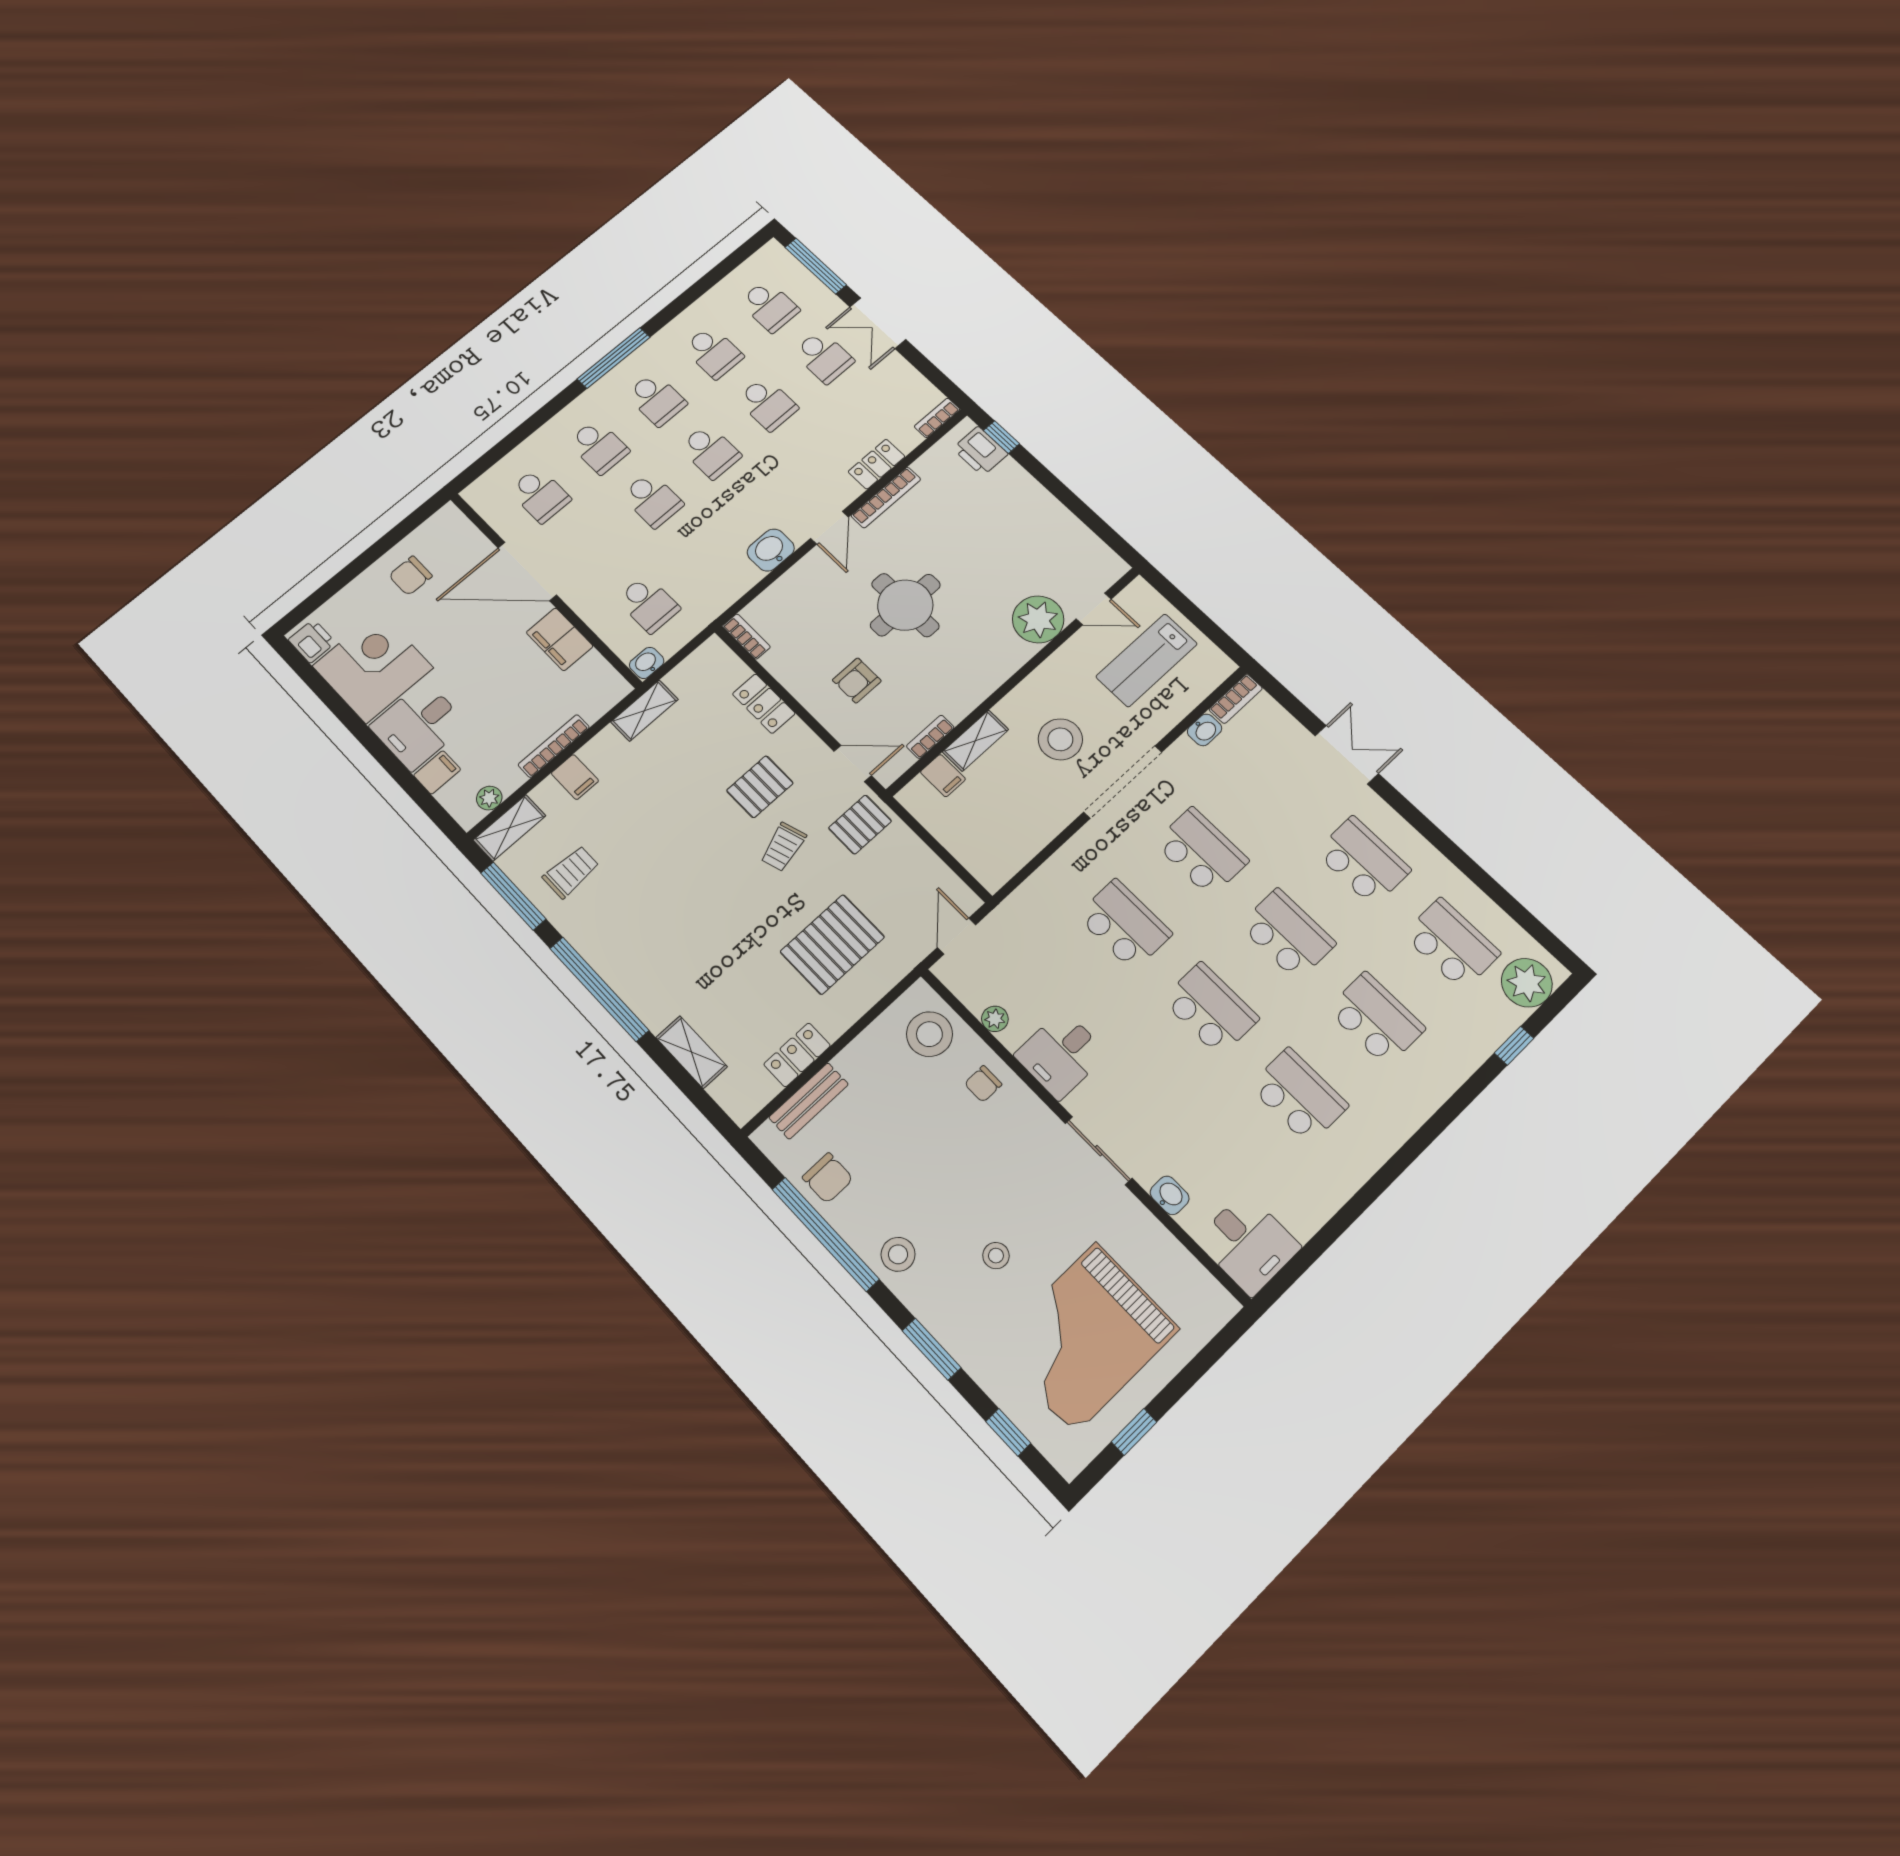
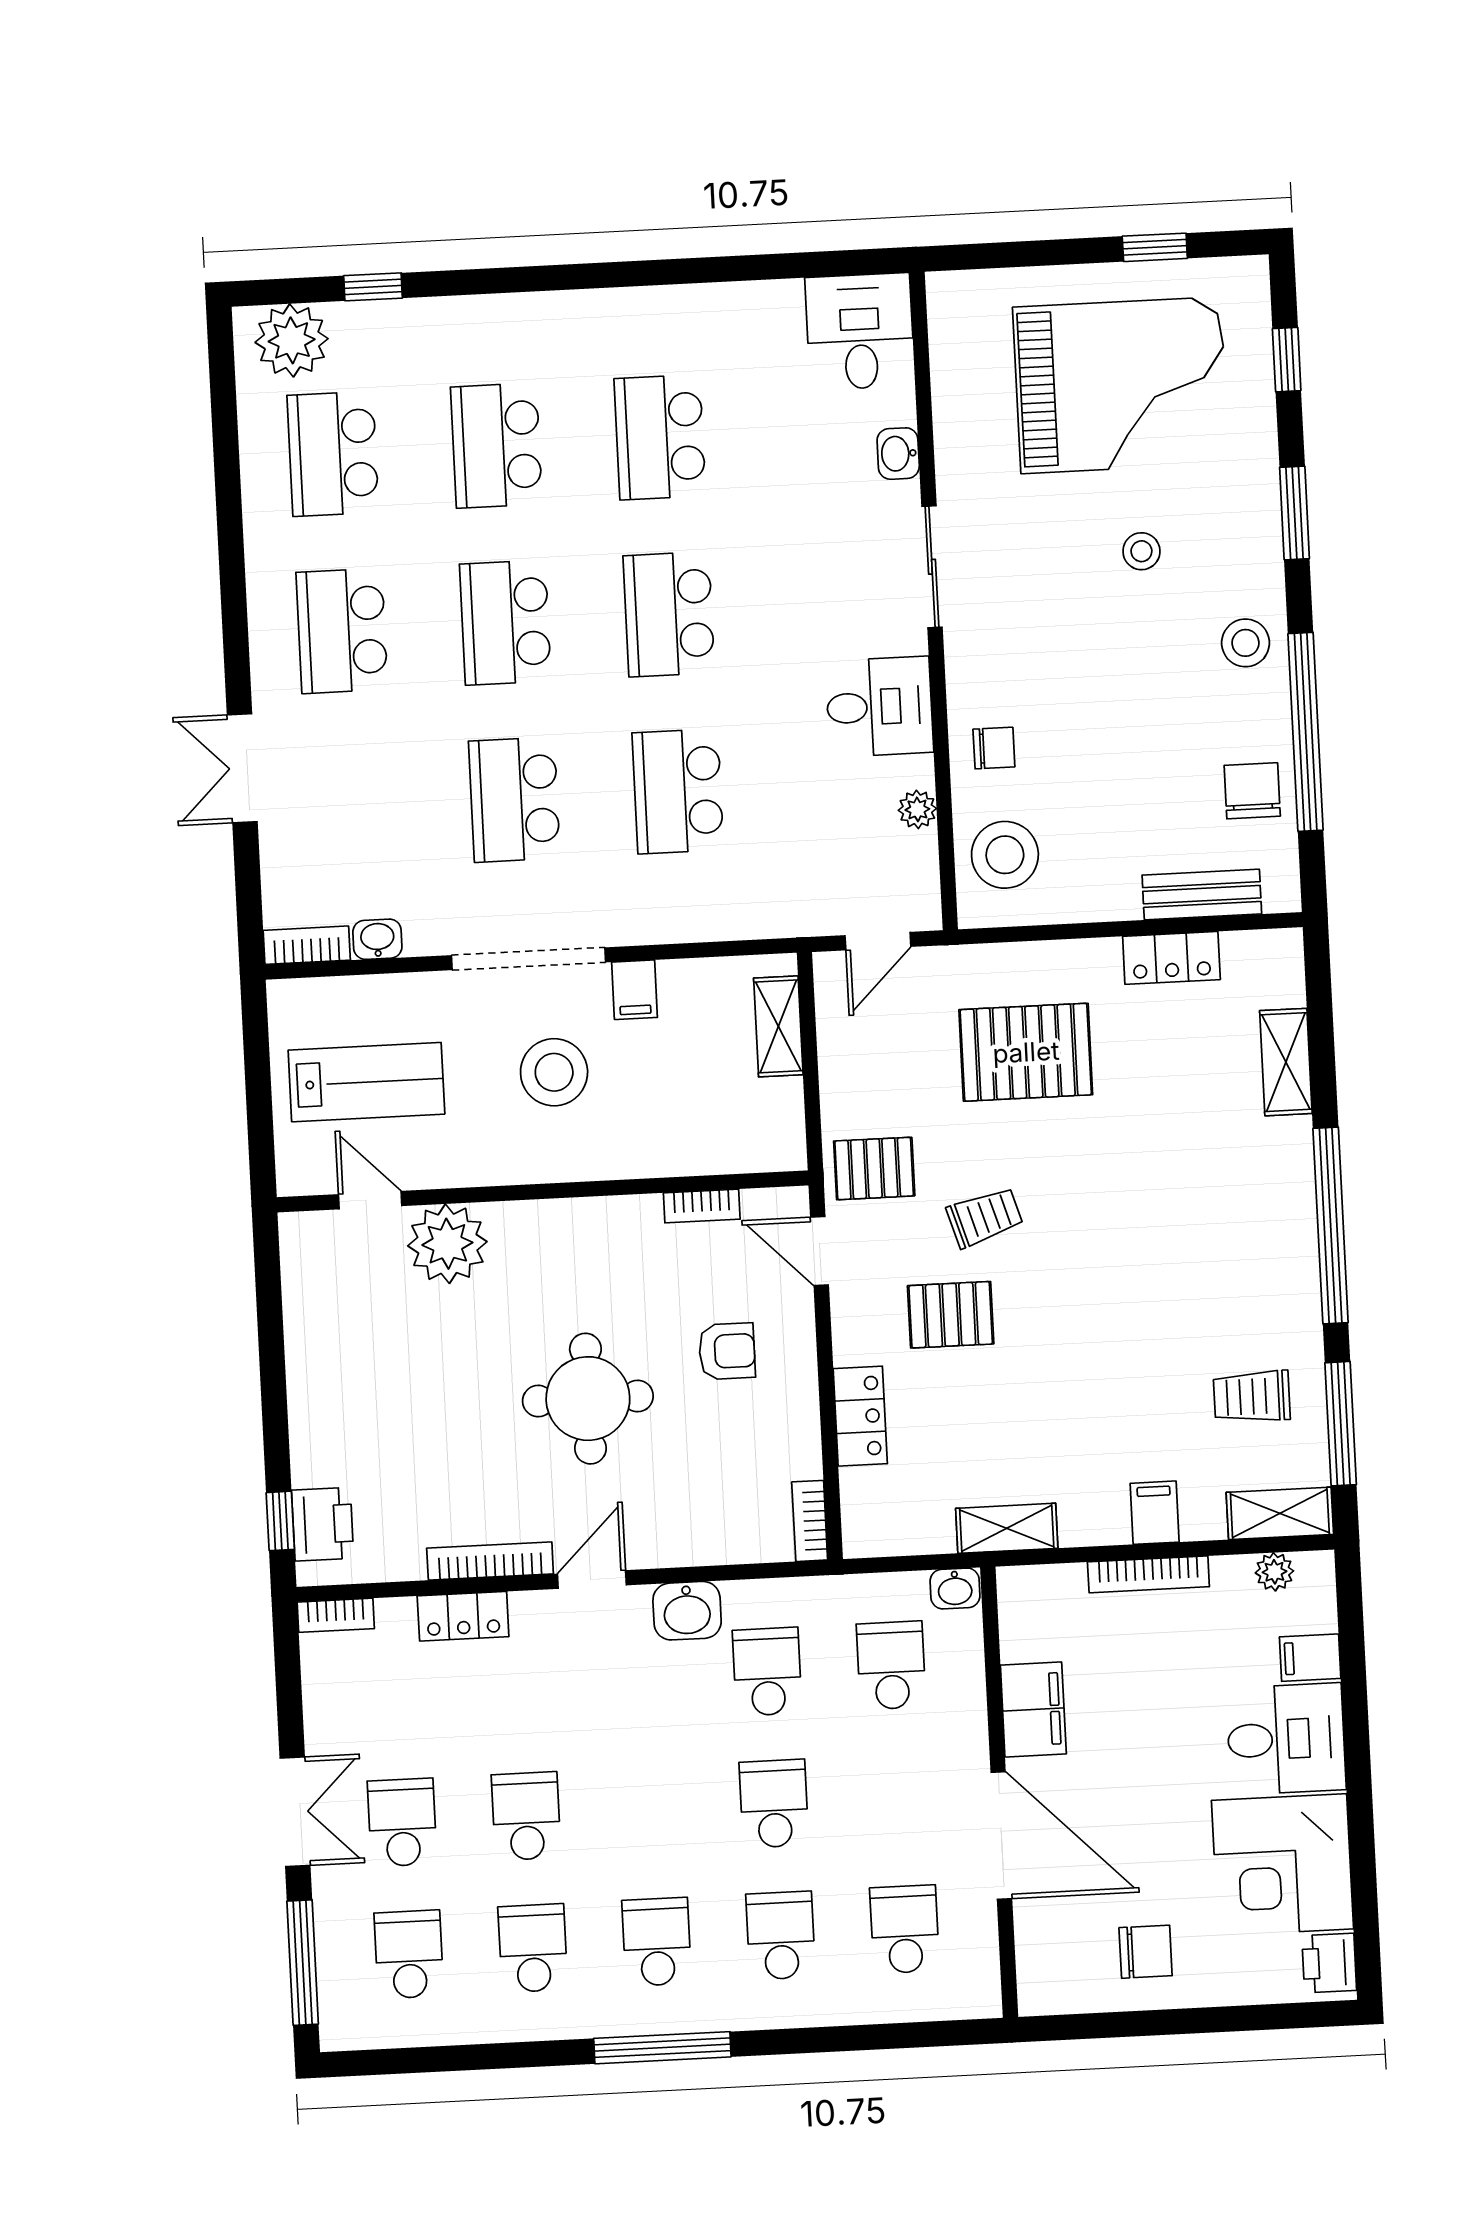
school desk: (710, 451) -> (767, 1672), moved
shelving: (975, 741) -> (778, 1026), moved, turned 90
filing cabinet: (943, 776) -> (635, 990), moved, turned 180

